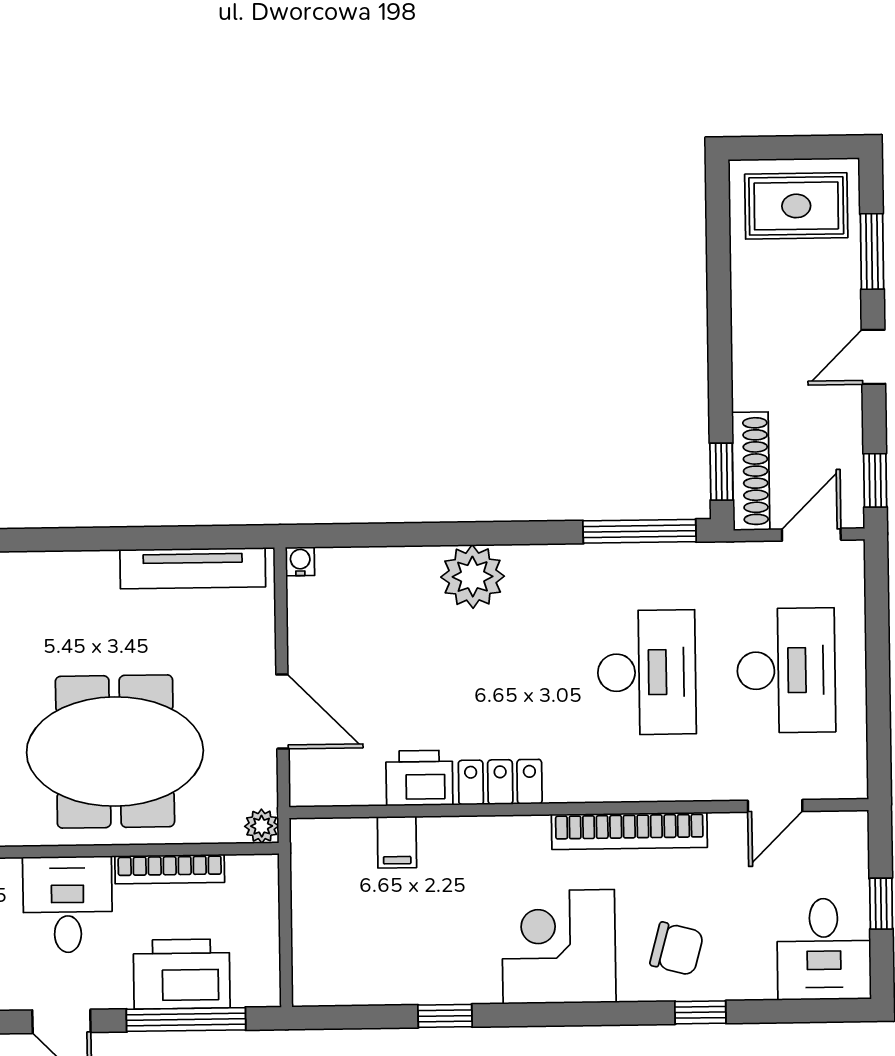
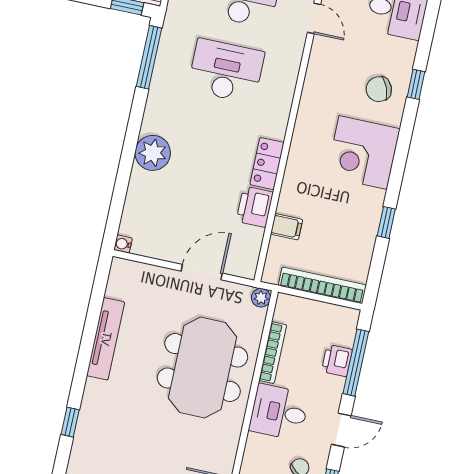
tv unit: (193, 568) -> (106, 339), moved
bookcase: (629, 831) -> (322, 285), moved, turned -90
chair: (677, 949) -> (379, 89), turned -127
printer: (182, 974) -> (337, 361), width x0.53, depth x0.68

